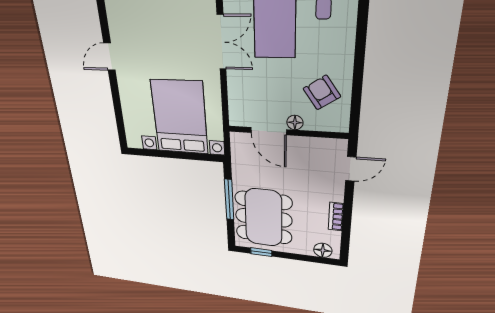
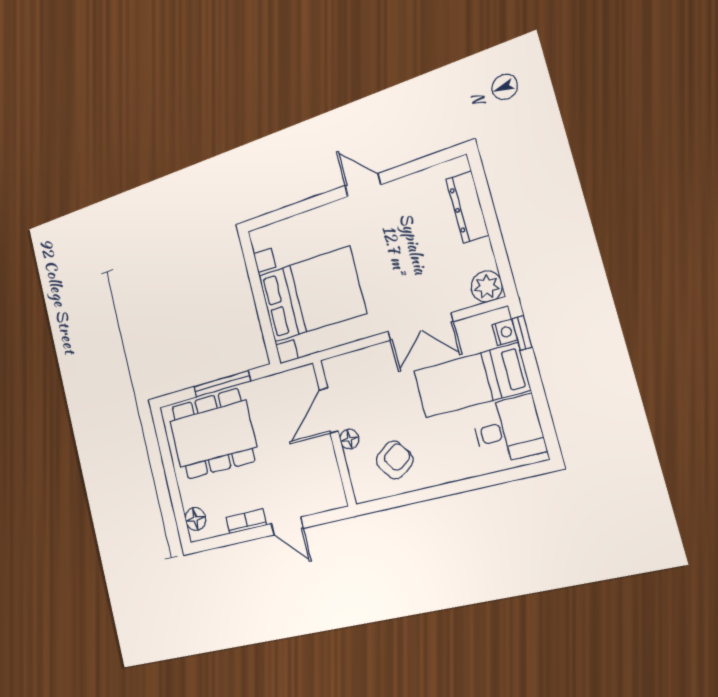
door: (351, 169) -> (287, 526), moved
window: (261, 252) -> (163, 443), removed

